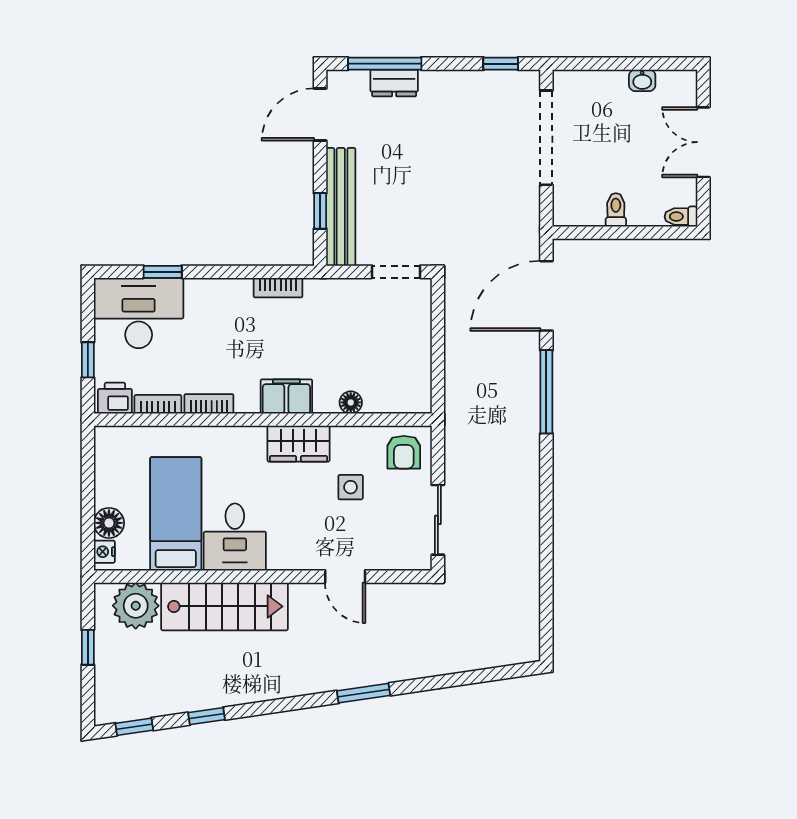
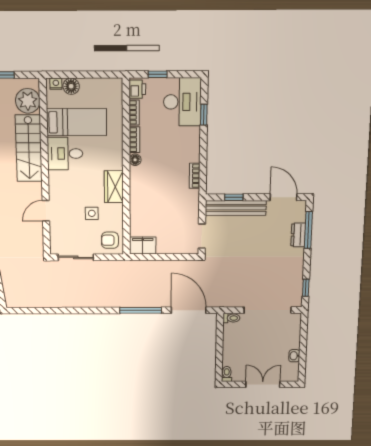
toilet: (616, 210) -> (231, 318), moved
filing cabinet: (286, 396) -> (143, 246), moved, turned -90
floor lamp: (351, 402) -> (135, 160), moved

